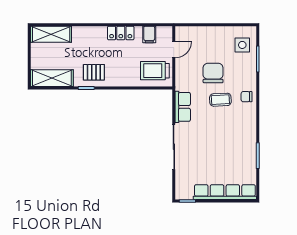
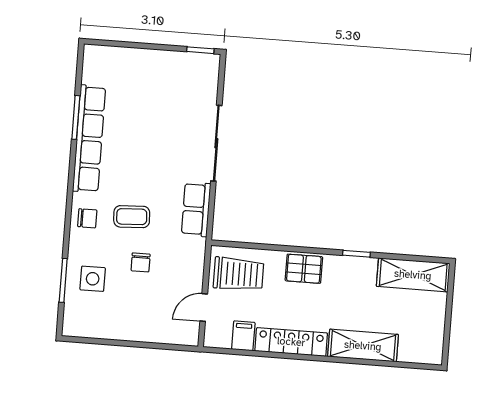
locker: (121, 33) -> (291, 342), width x1.53
shelving: (51, 34) -> (363, 346), moved
side table: (242, 45) -> (93, 279), moved
pallet: (94, 72) -> (304, 269), moved
chair: (213, 73) -> (141, 262), width x0.54, depth x0.54
row of seats: (225, 192) -> (89, 139), moved, turned -90

